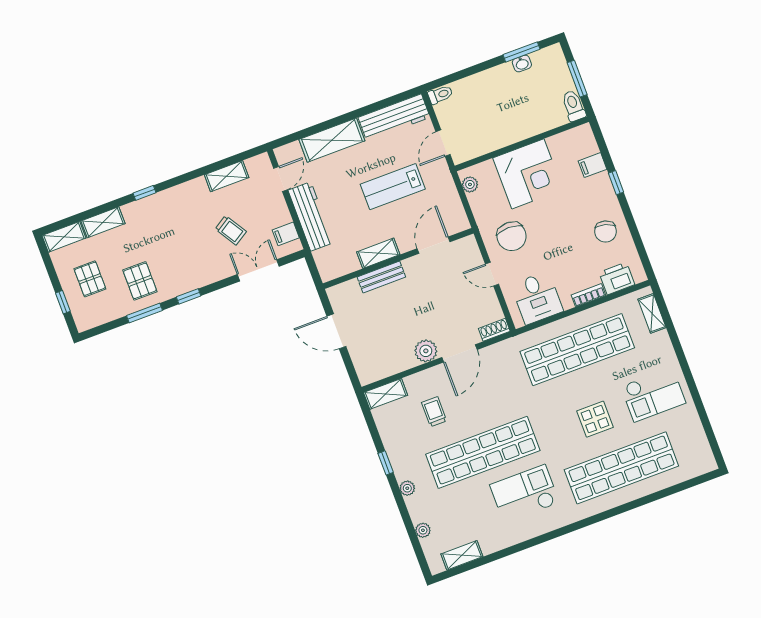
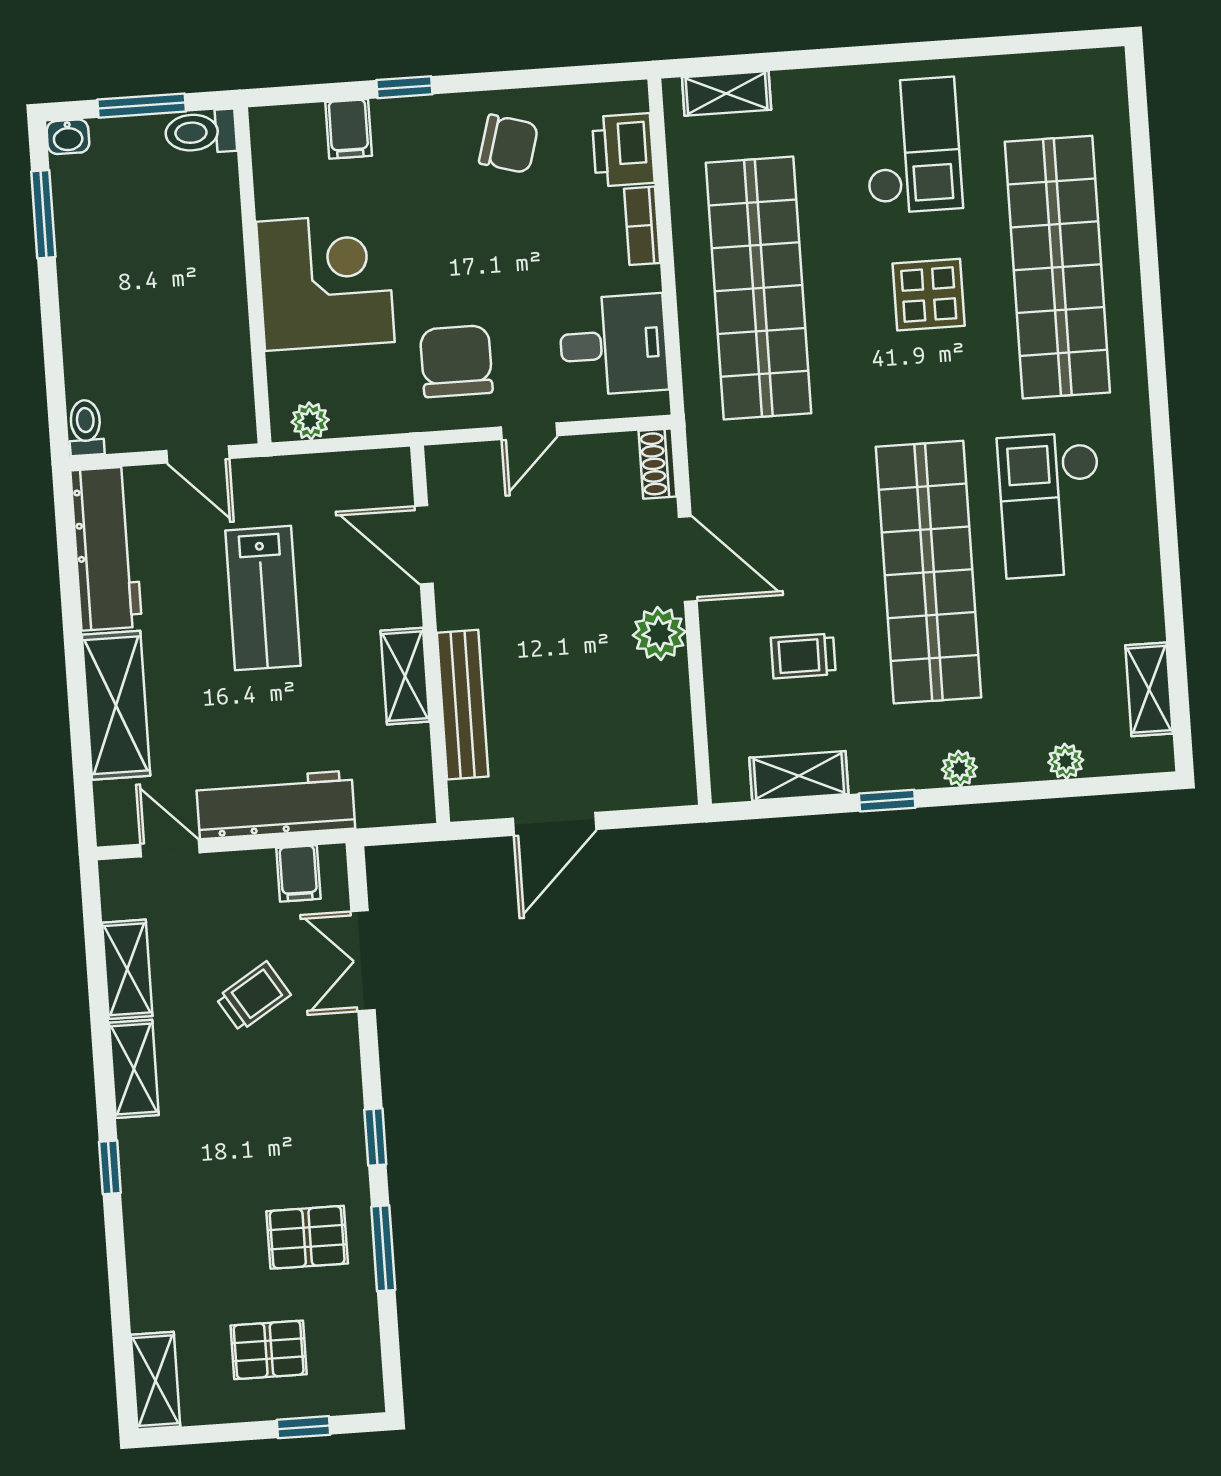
washbasin: (522, 63) -> (68, 137), moved, turned 90
shelving: (103, 222) -> (134, 1069), moved
chair: (512, 236) -> (456, 361), turned -90
bench: (381, 277) -> (463, 705), width x1.36
shelving: (386, 394) -> (799, 776), moved, turned 90

